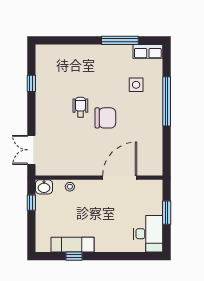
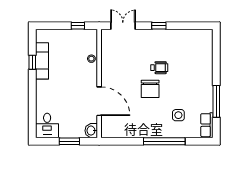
window: (31, 83) -> (159, 26), moved
washbasin: (44, 187) -> (91, 131), moved
desk: (148, 234) -> (47, 125), width x0.73

